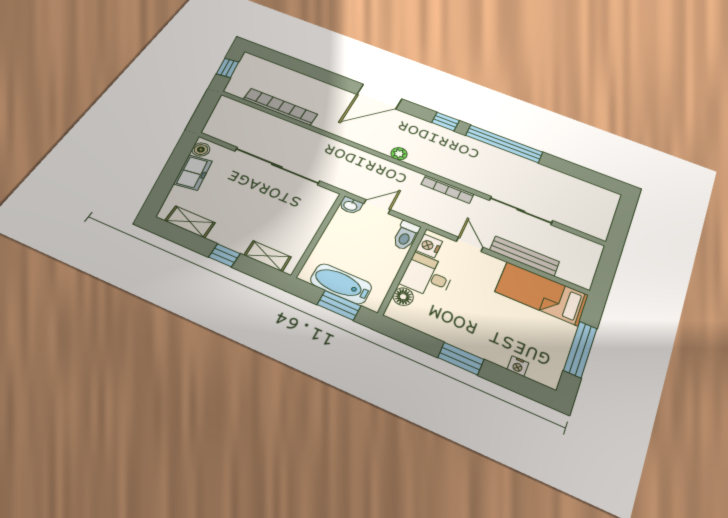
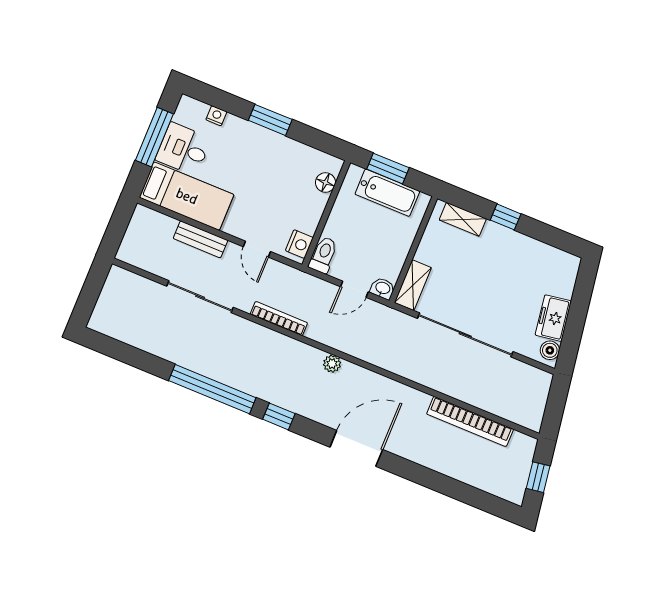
shelving: (190, 222) -> (413, 285), moved, turned 90
bench: (524, 256) -> (201, 239), width x0.73
desk: (427, 276) -> (183, 149), moved, turned 180

